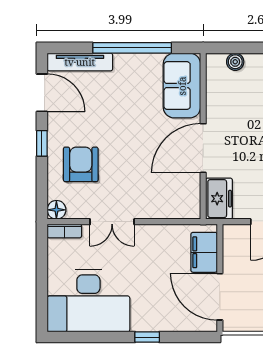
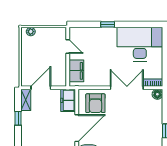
armchair: (81, 164) -> (95, 103), moved
double door: (112, 222) -> (127, 88), width x1.37
door: (220, 297) -> (68, 46), width x0.53

